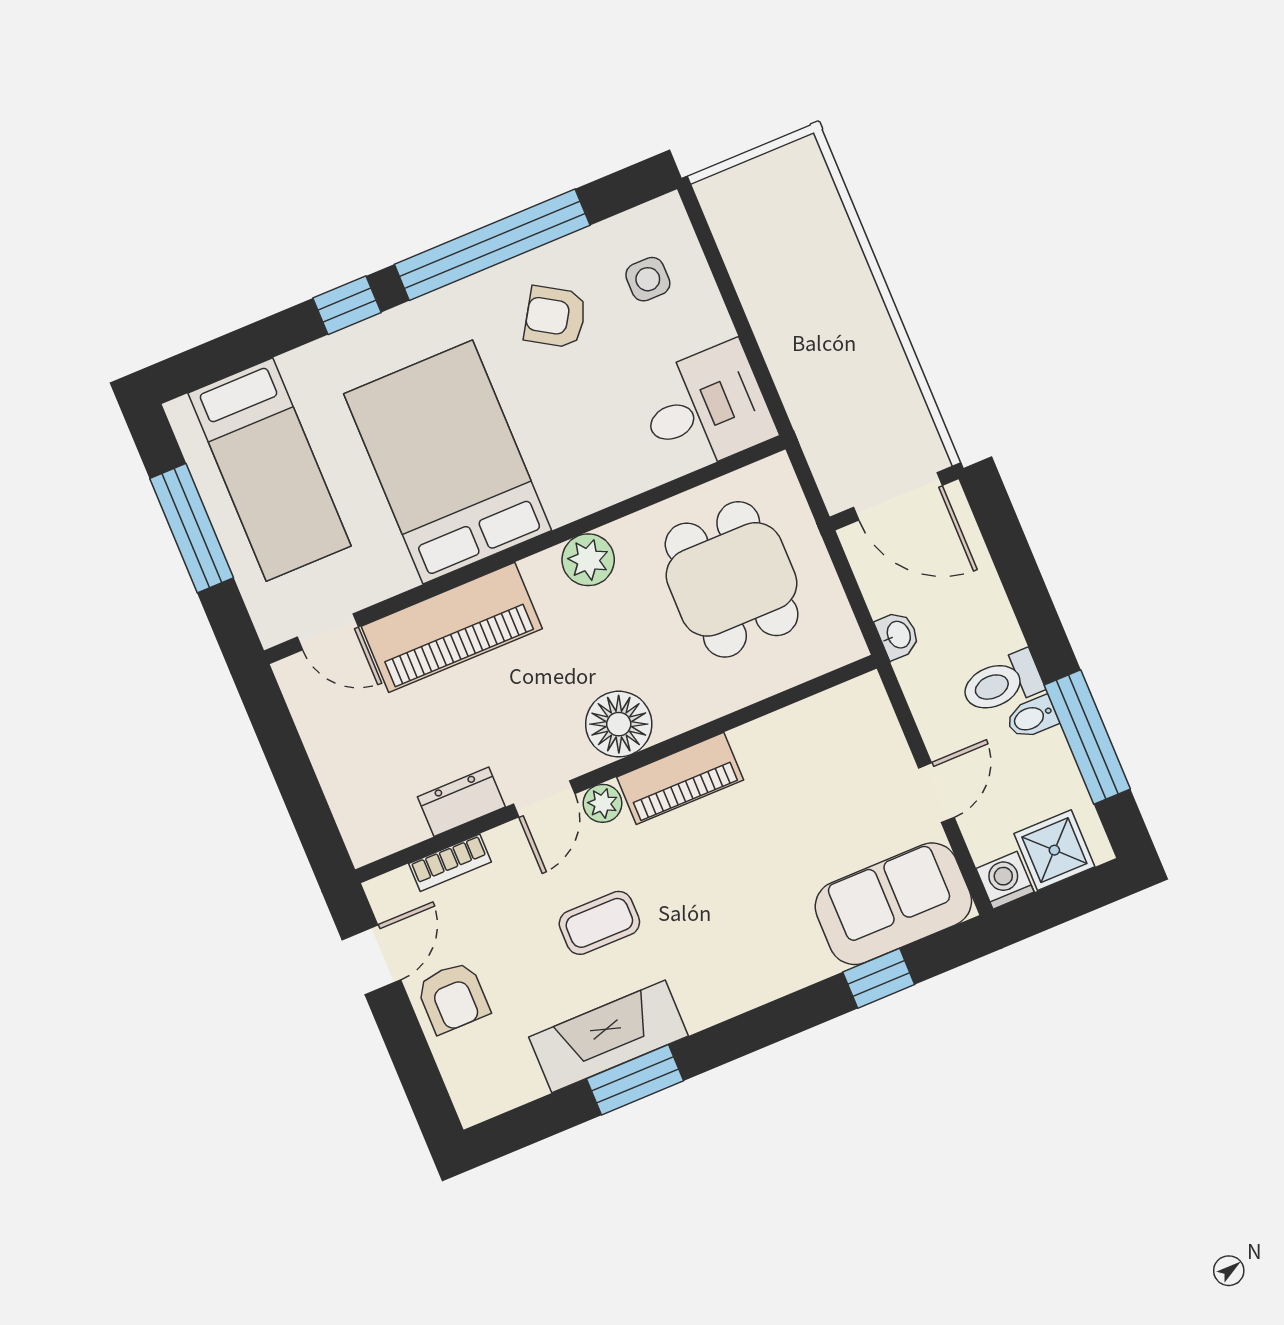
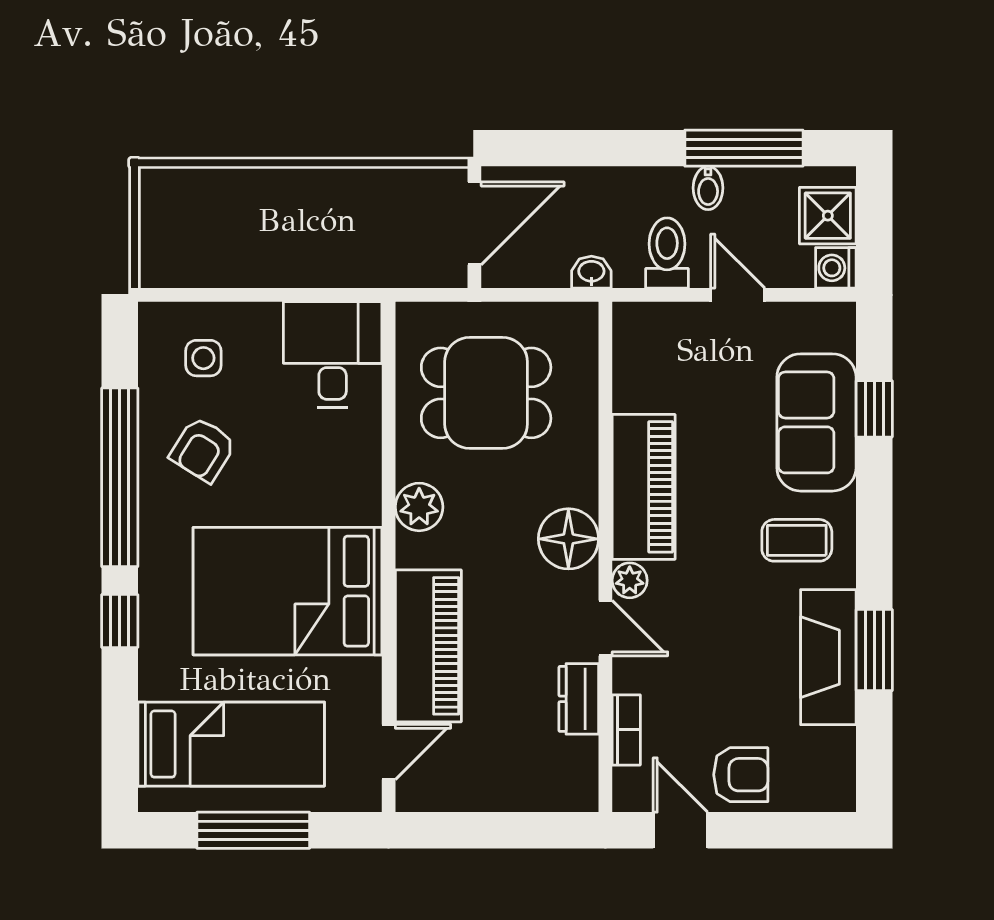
toilet: (1002, 683) -> (667, 253), moved, turned 180
piano: (680, 778) -> (644, 487), width x1.37, depth x1.33
sofa: (893, 904) -> (816, 422), moved
coffee table: (599, 923) -> (797, 540), moved, turned 90

